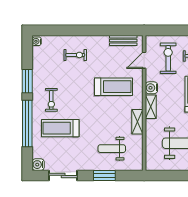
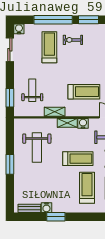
treadmill: (113, 87) -> (84, 92), turned -90
window: (104, 175) -> (10, 98), moved

